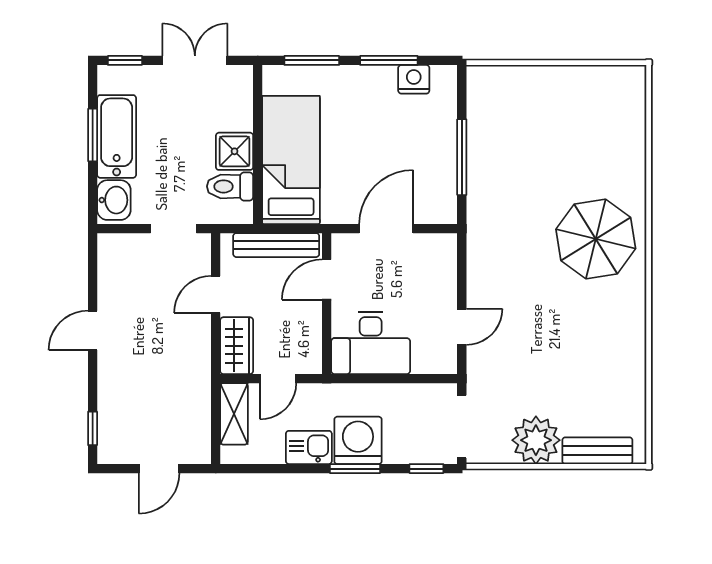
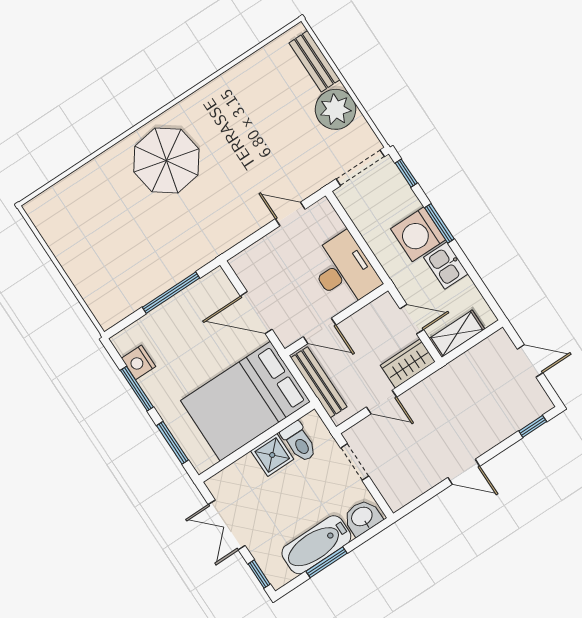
bed: (291, 160) -> (245, 401), width x1.50

